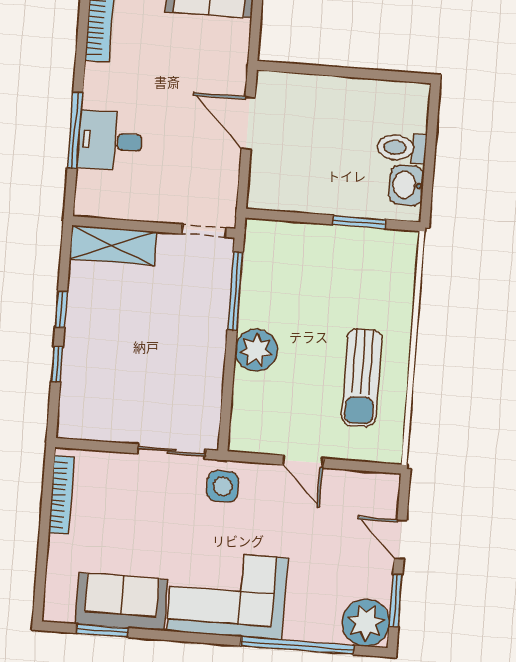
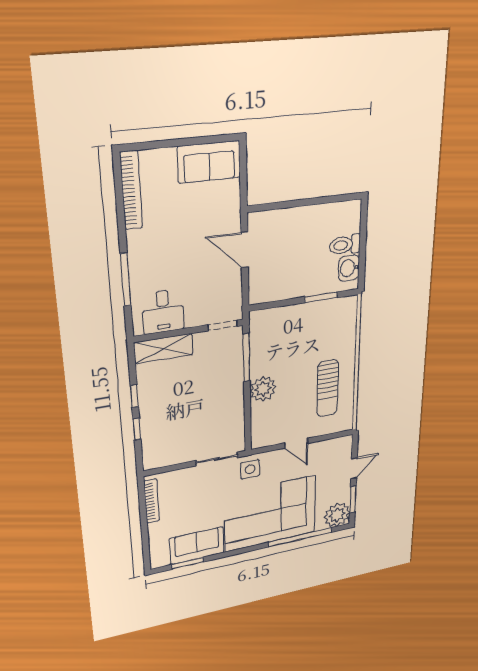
desk: (110, 141) -> (163, 311), moved, turned -90
door: (400, 540) -> (354, 468), swing flipped
corner sofa: (227, 594) -> (270, 514), width x1.36, depth x1.36

